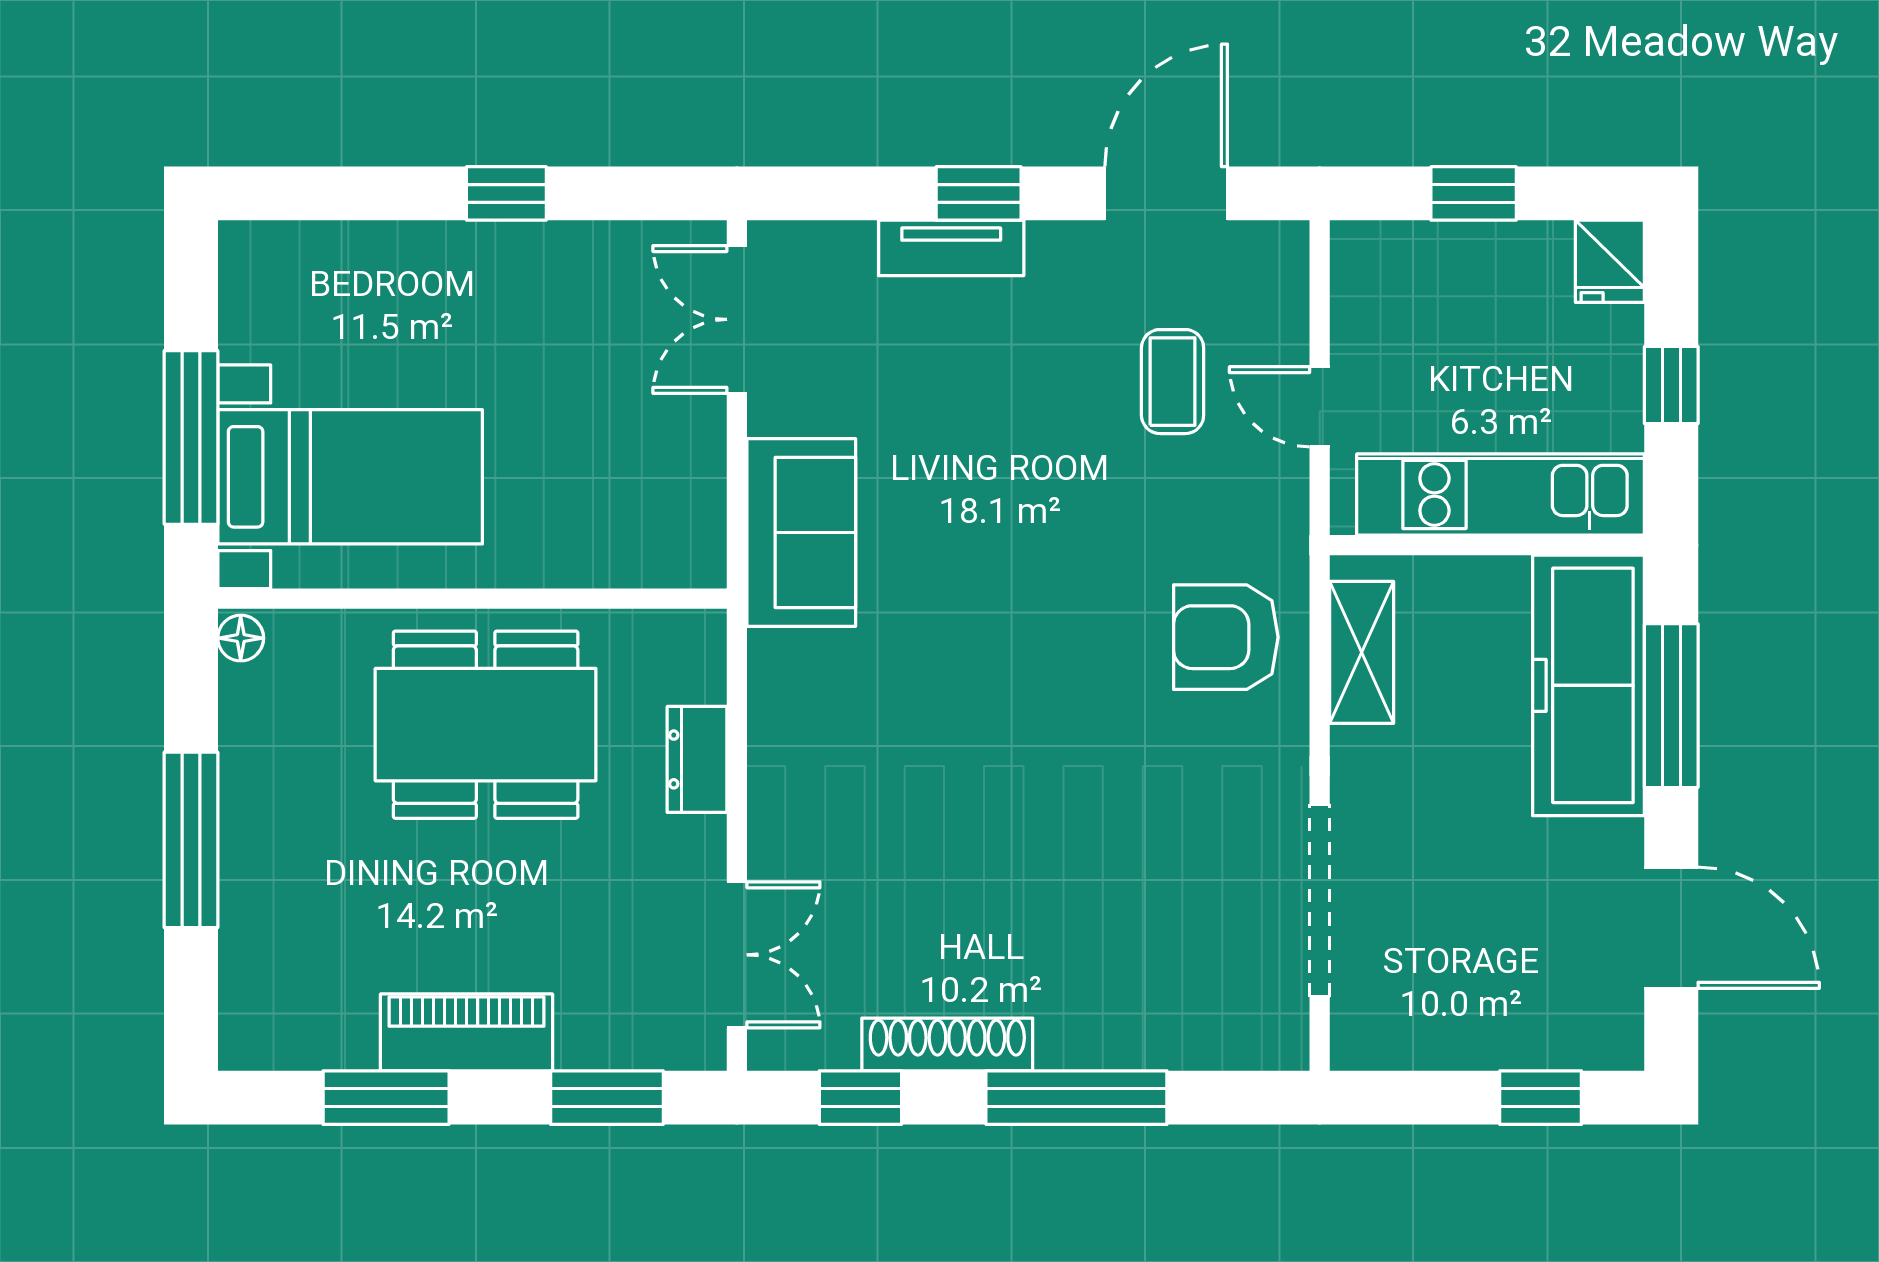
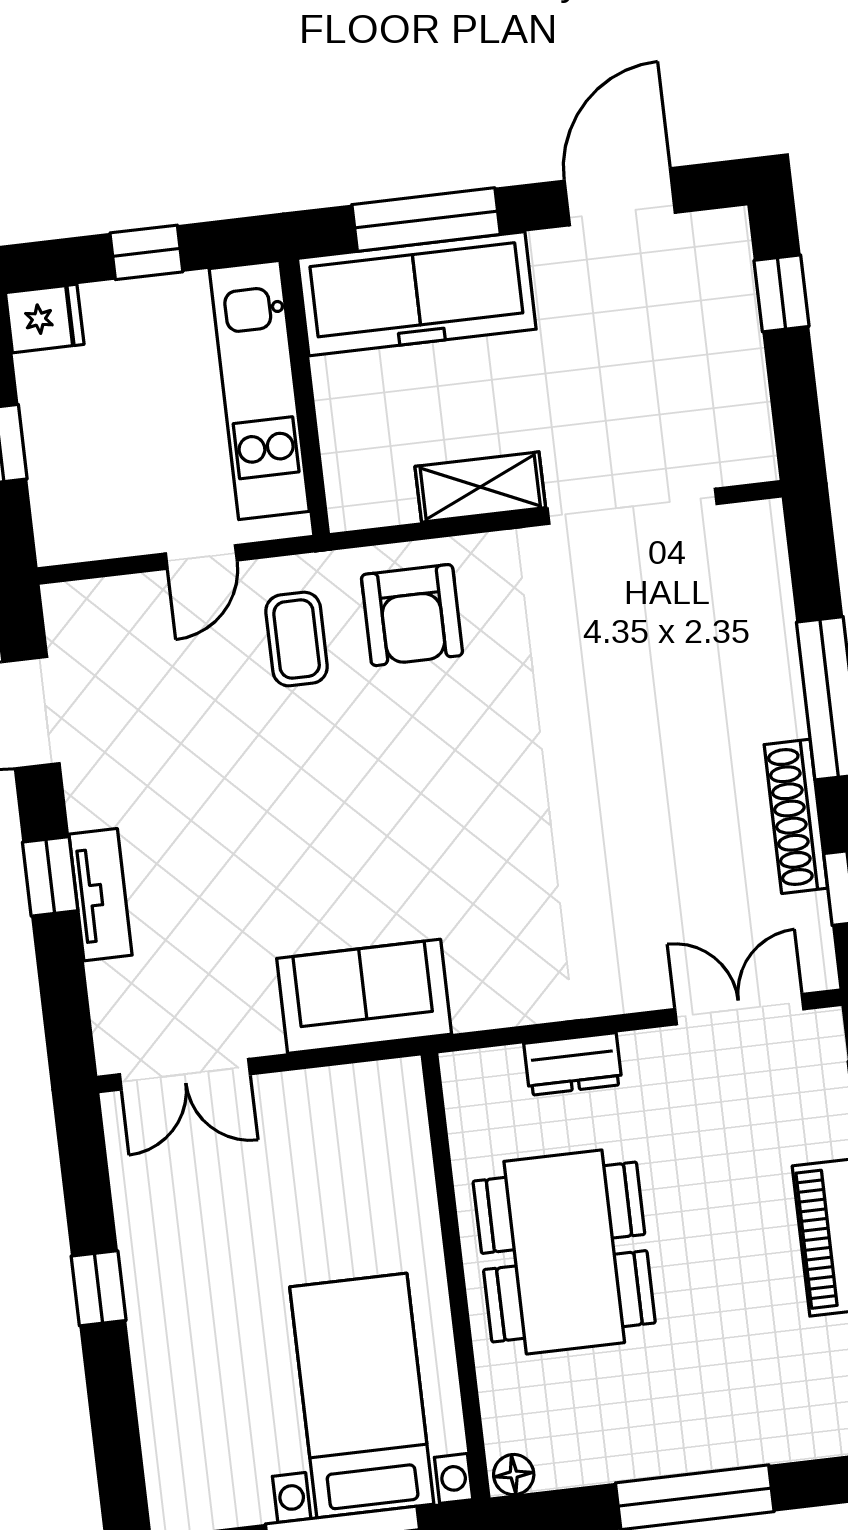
coffee table: (1173, 382) -> (297, 639), moved, turned 90
shelving: (1362, 652) -> (480, 487), moved

